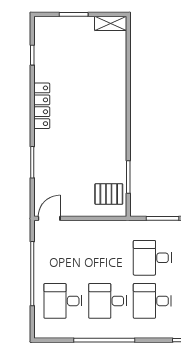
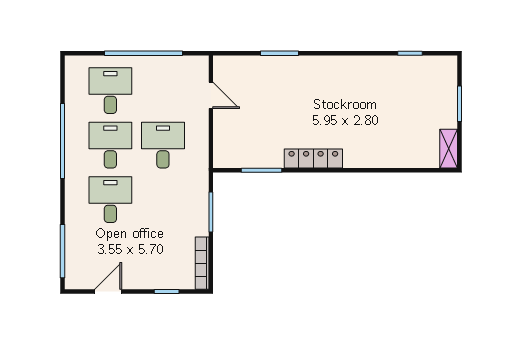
locker: (42, 106) -> (313, 159), moved, turned 180
pallet: (109, 194) -> (241, 146), removed
door: (49, 218) -> (211, 95), moved
desk: (152, 258) -> (163, 145), moved

